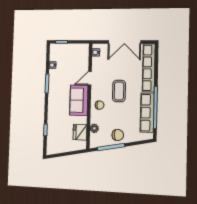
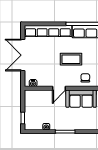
double door: (124, 42) -> (23, 55), swing flipped
door: (90, 78) -> (59, 88), hinge flipped

